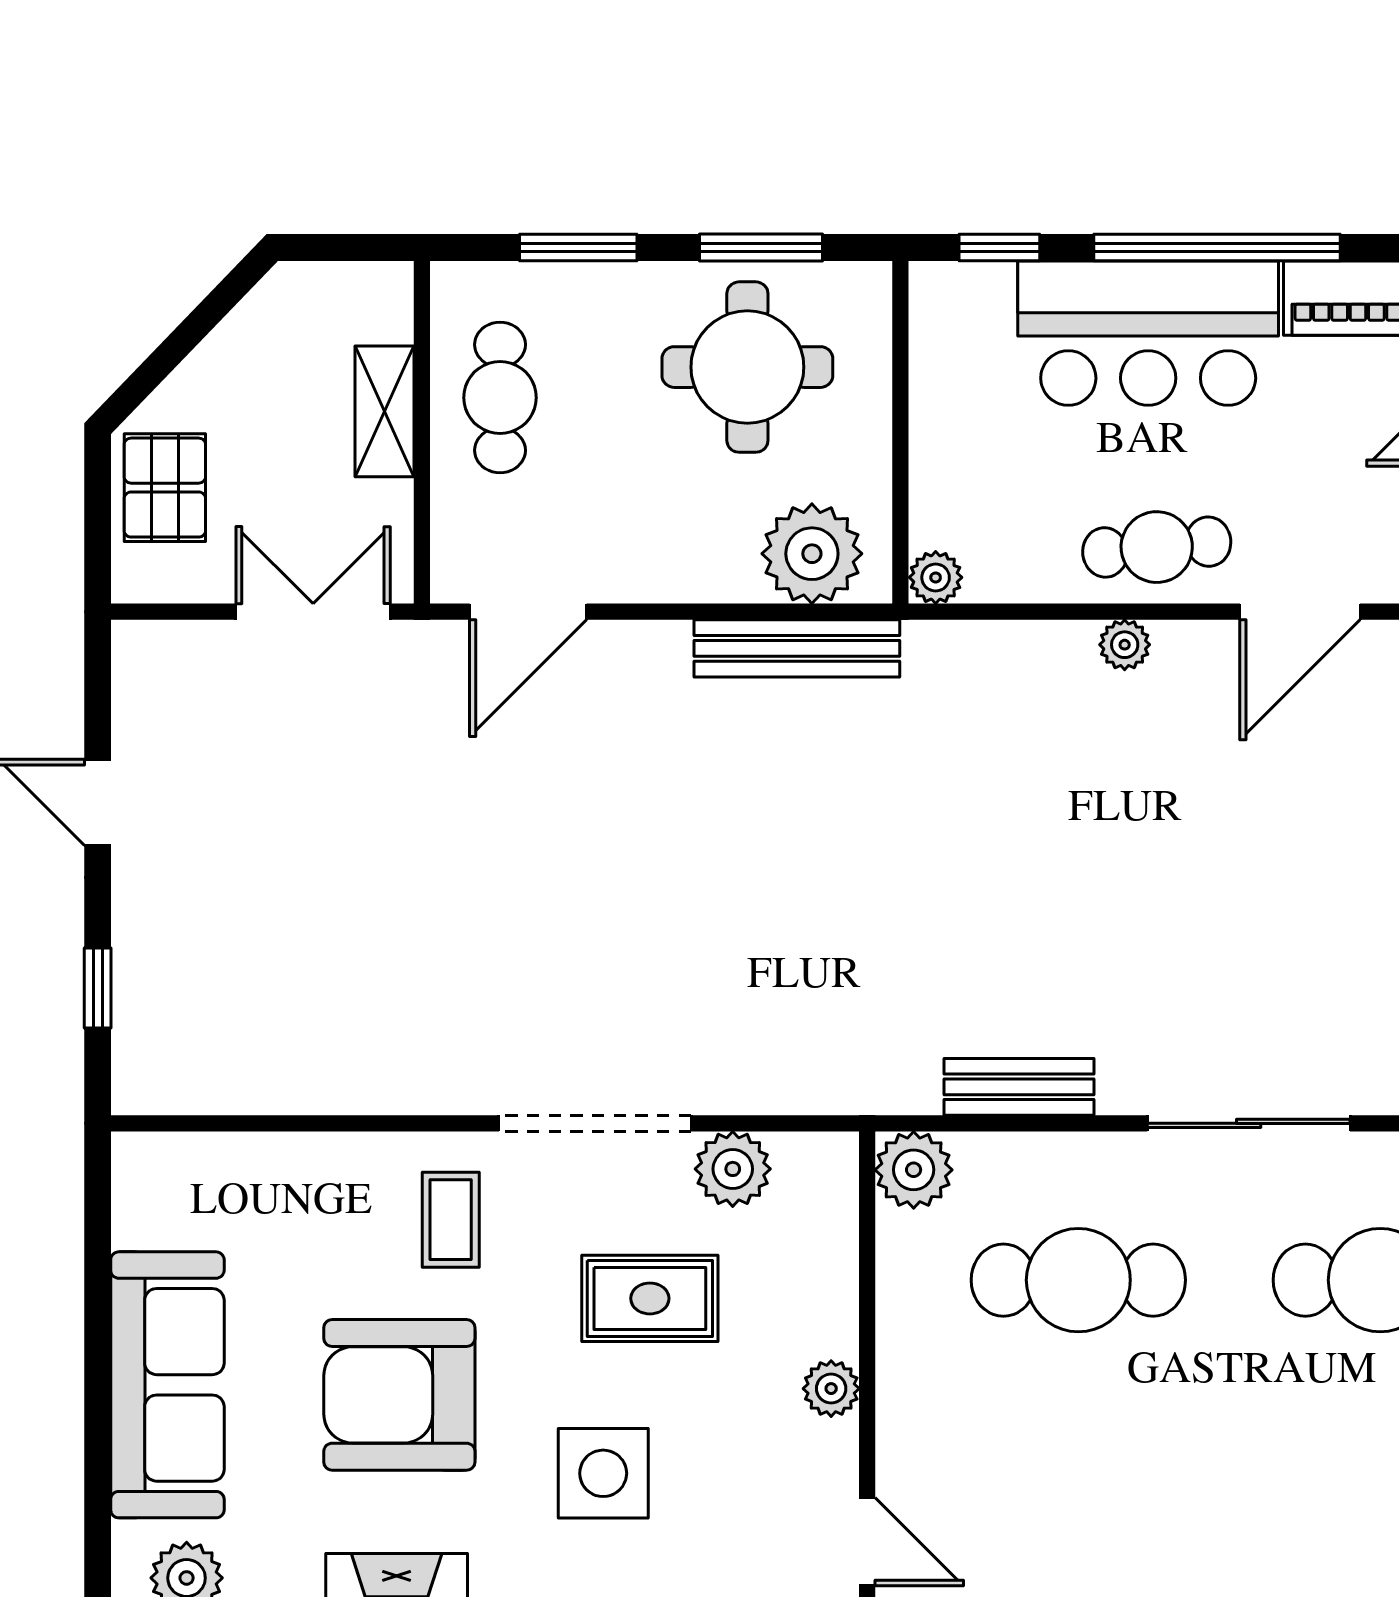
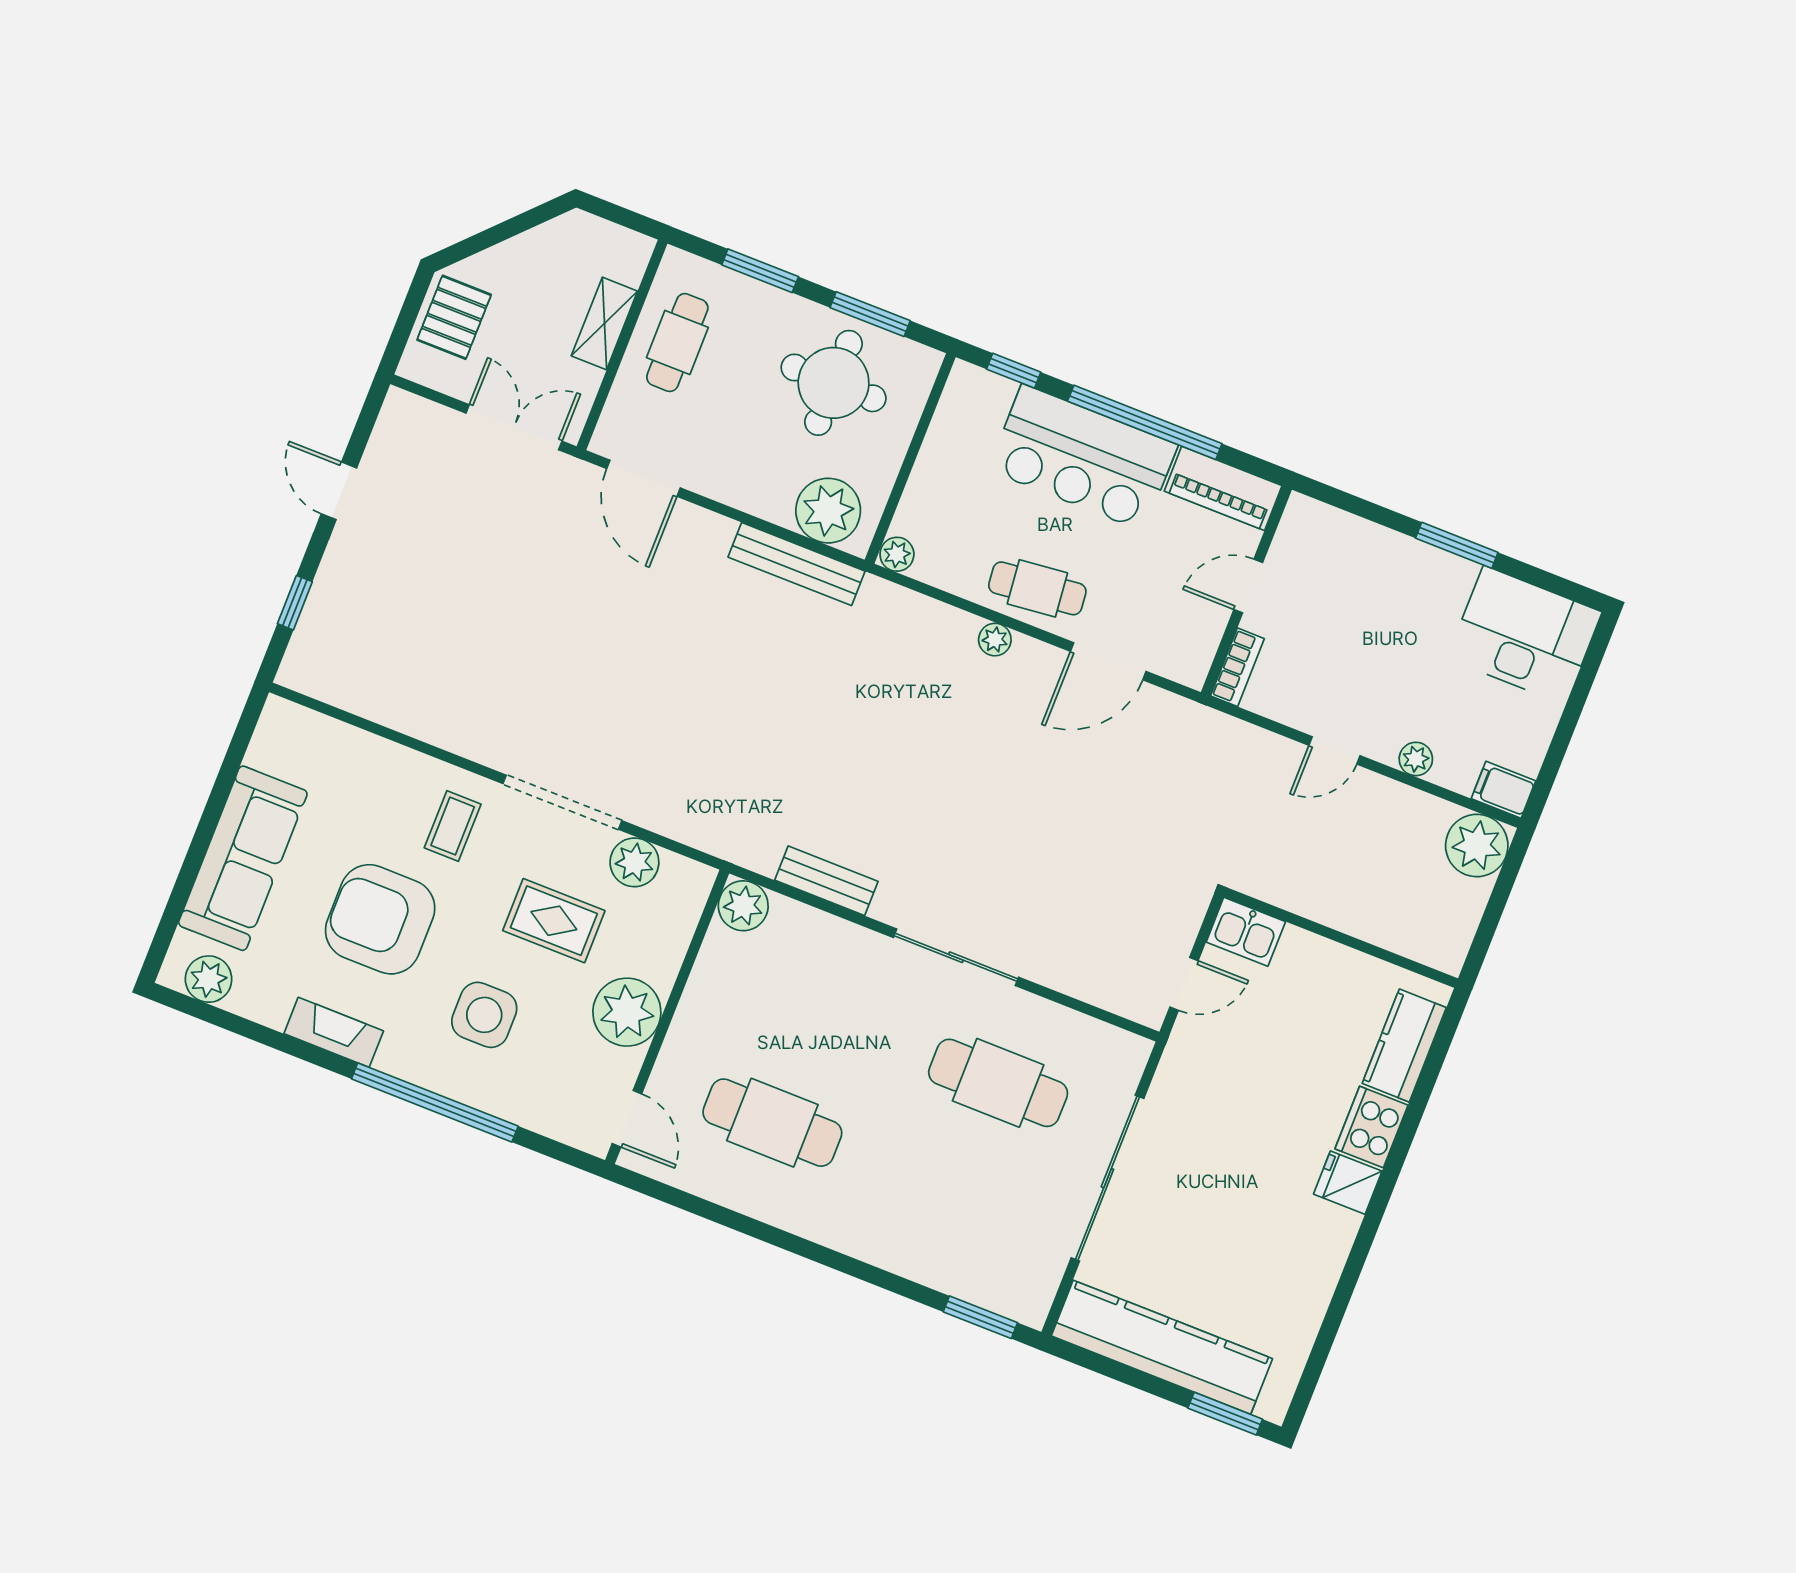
door: (528, 612) -> (643, 478), hinge flipped
cafe table: (1078, 1280) -> (772, 1123), moved
plant: (831, 1389) -> (627, 1012), width x1.88, depth x1.88

